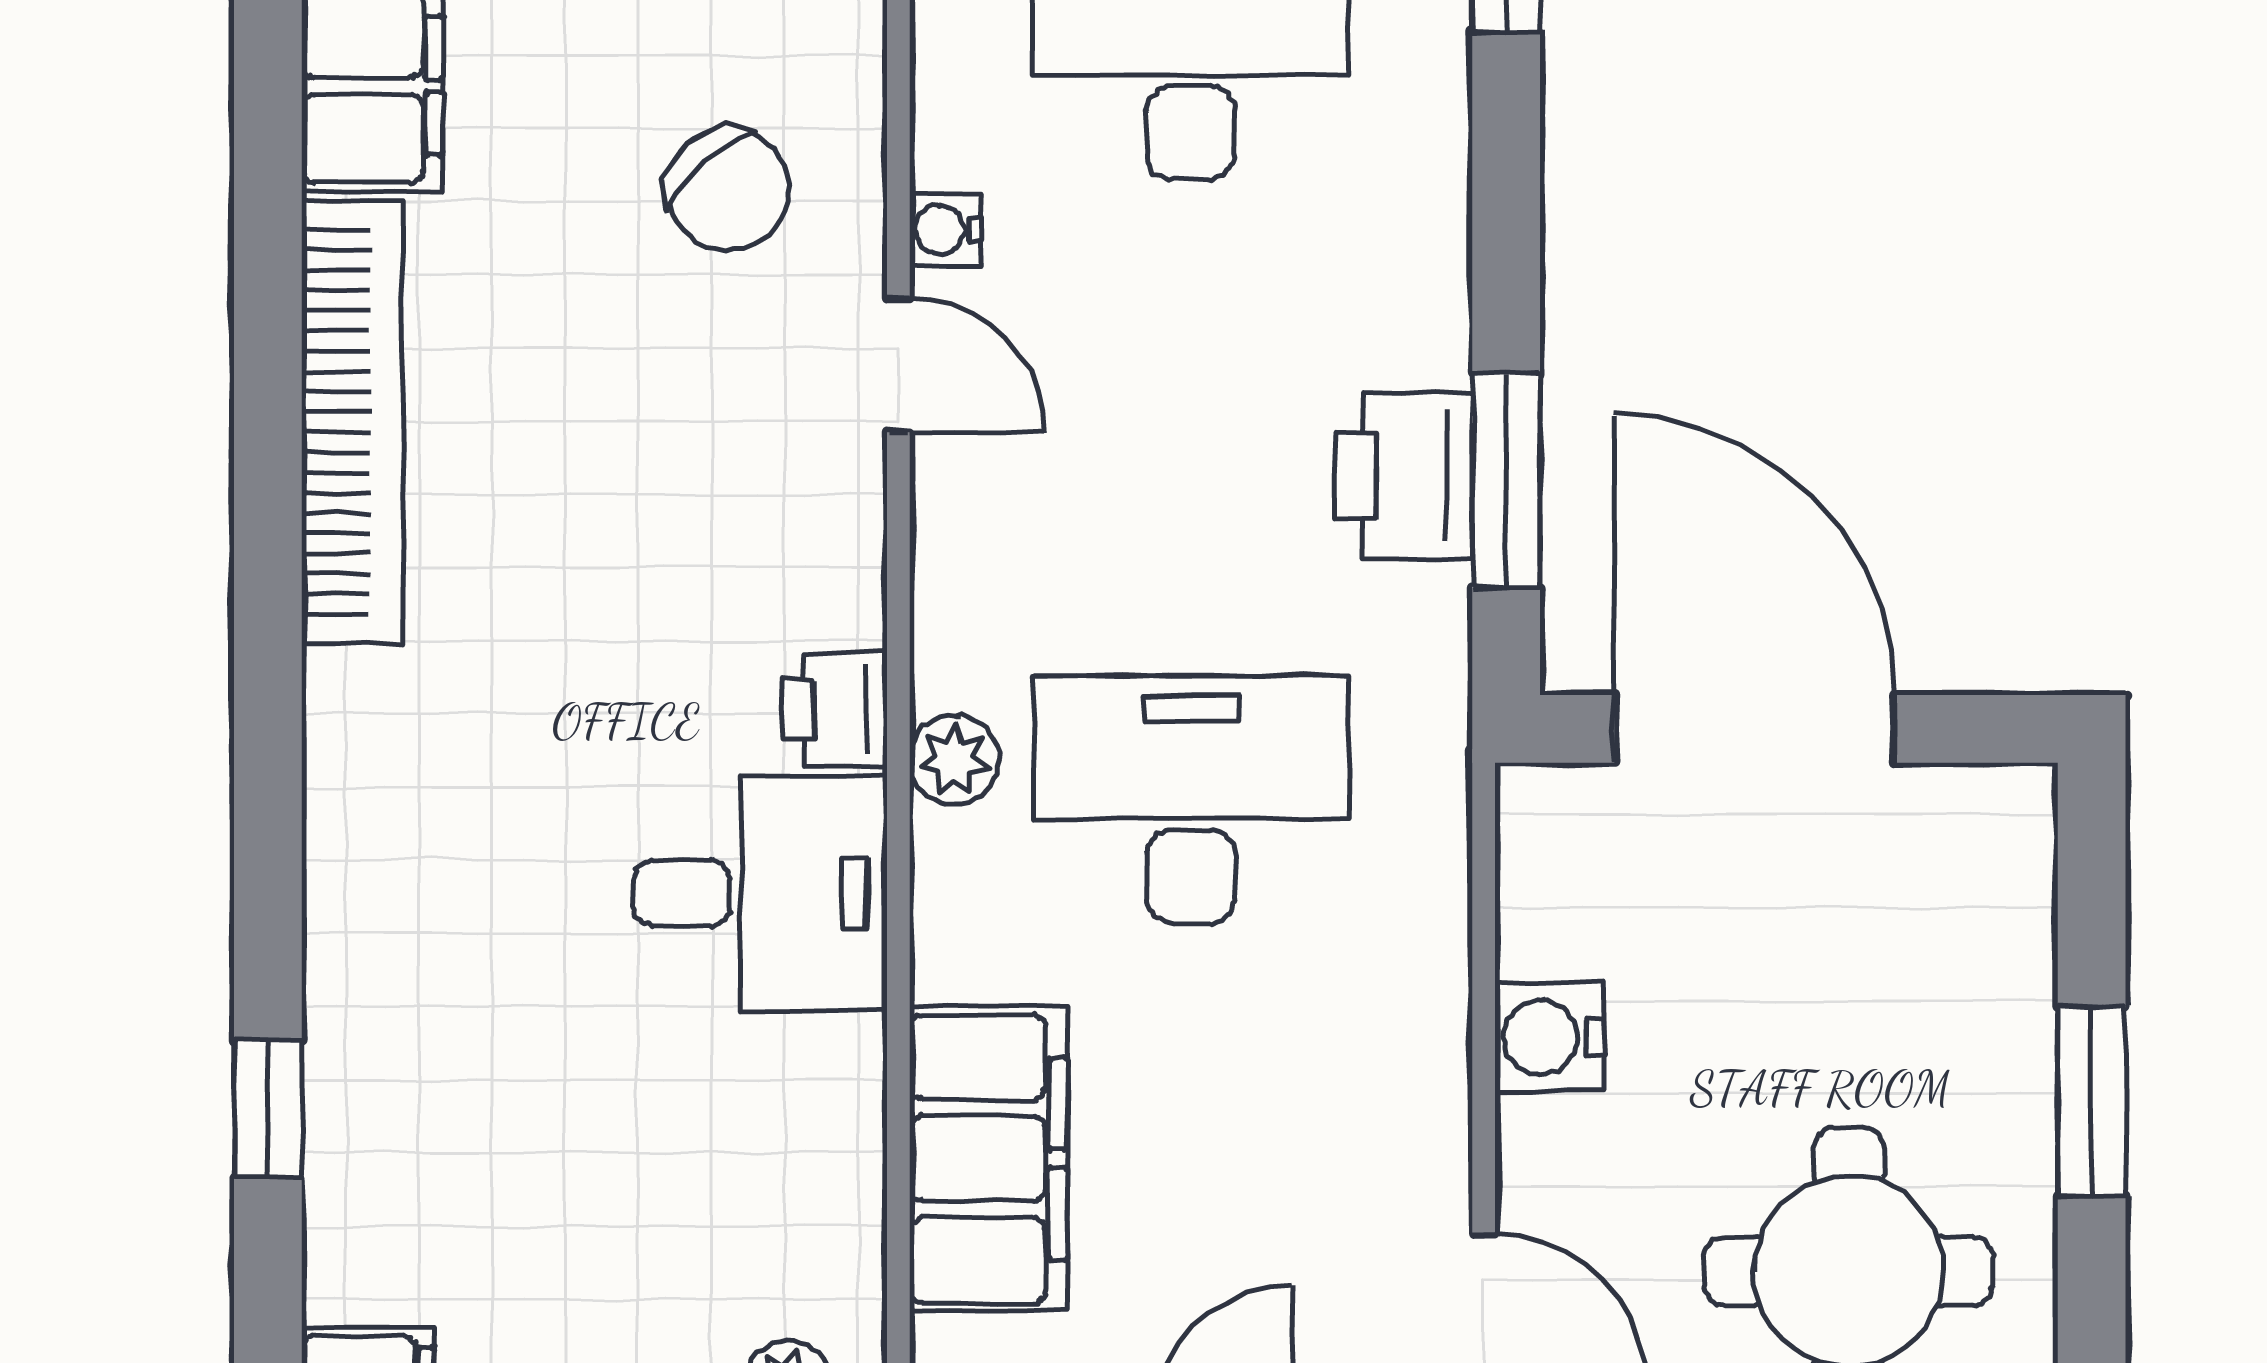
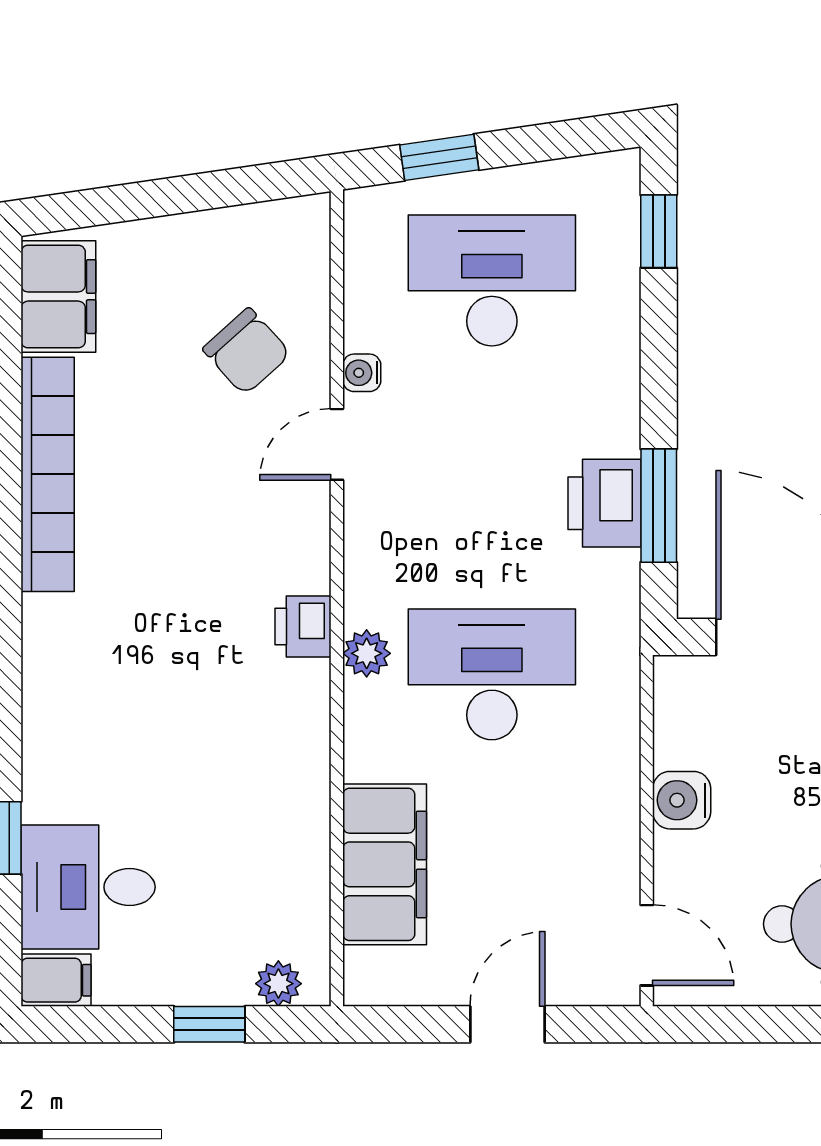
door: (898, 365) -> (337, 444), swing flipped
desk: (761, 893) -> (88, 887), moved, turned 180

